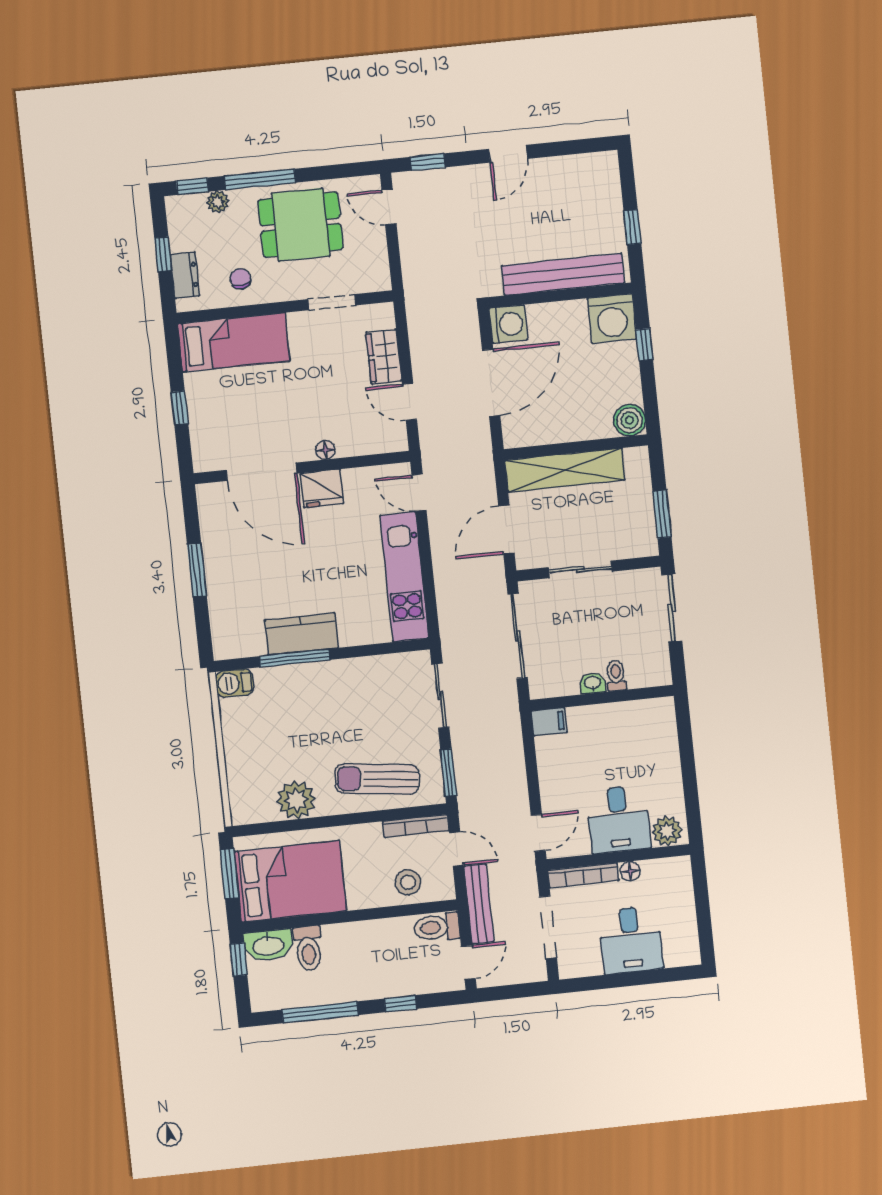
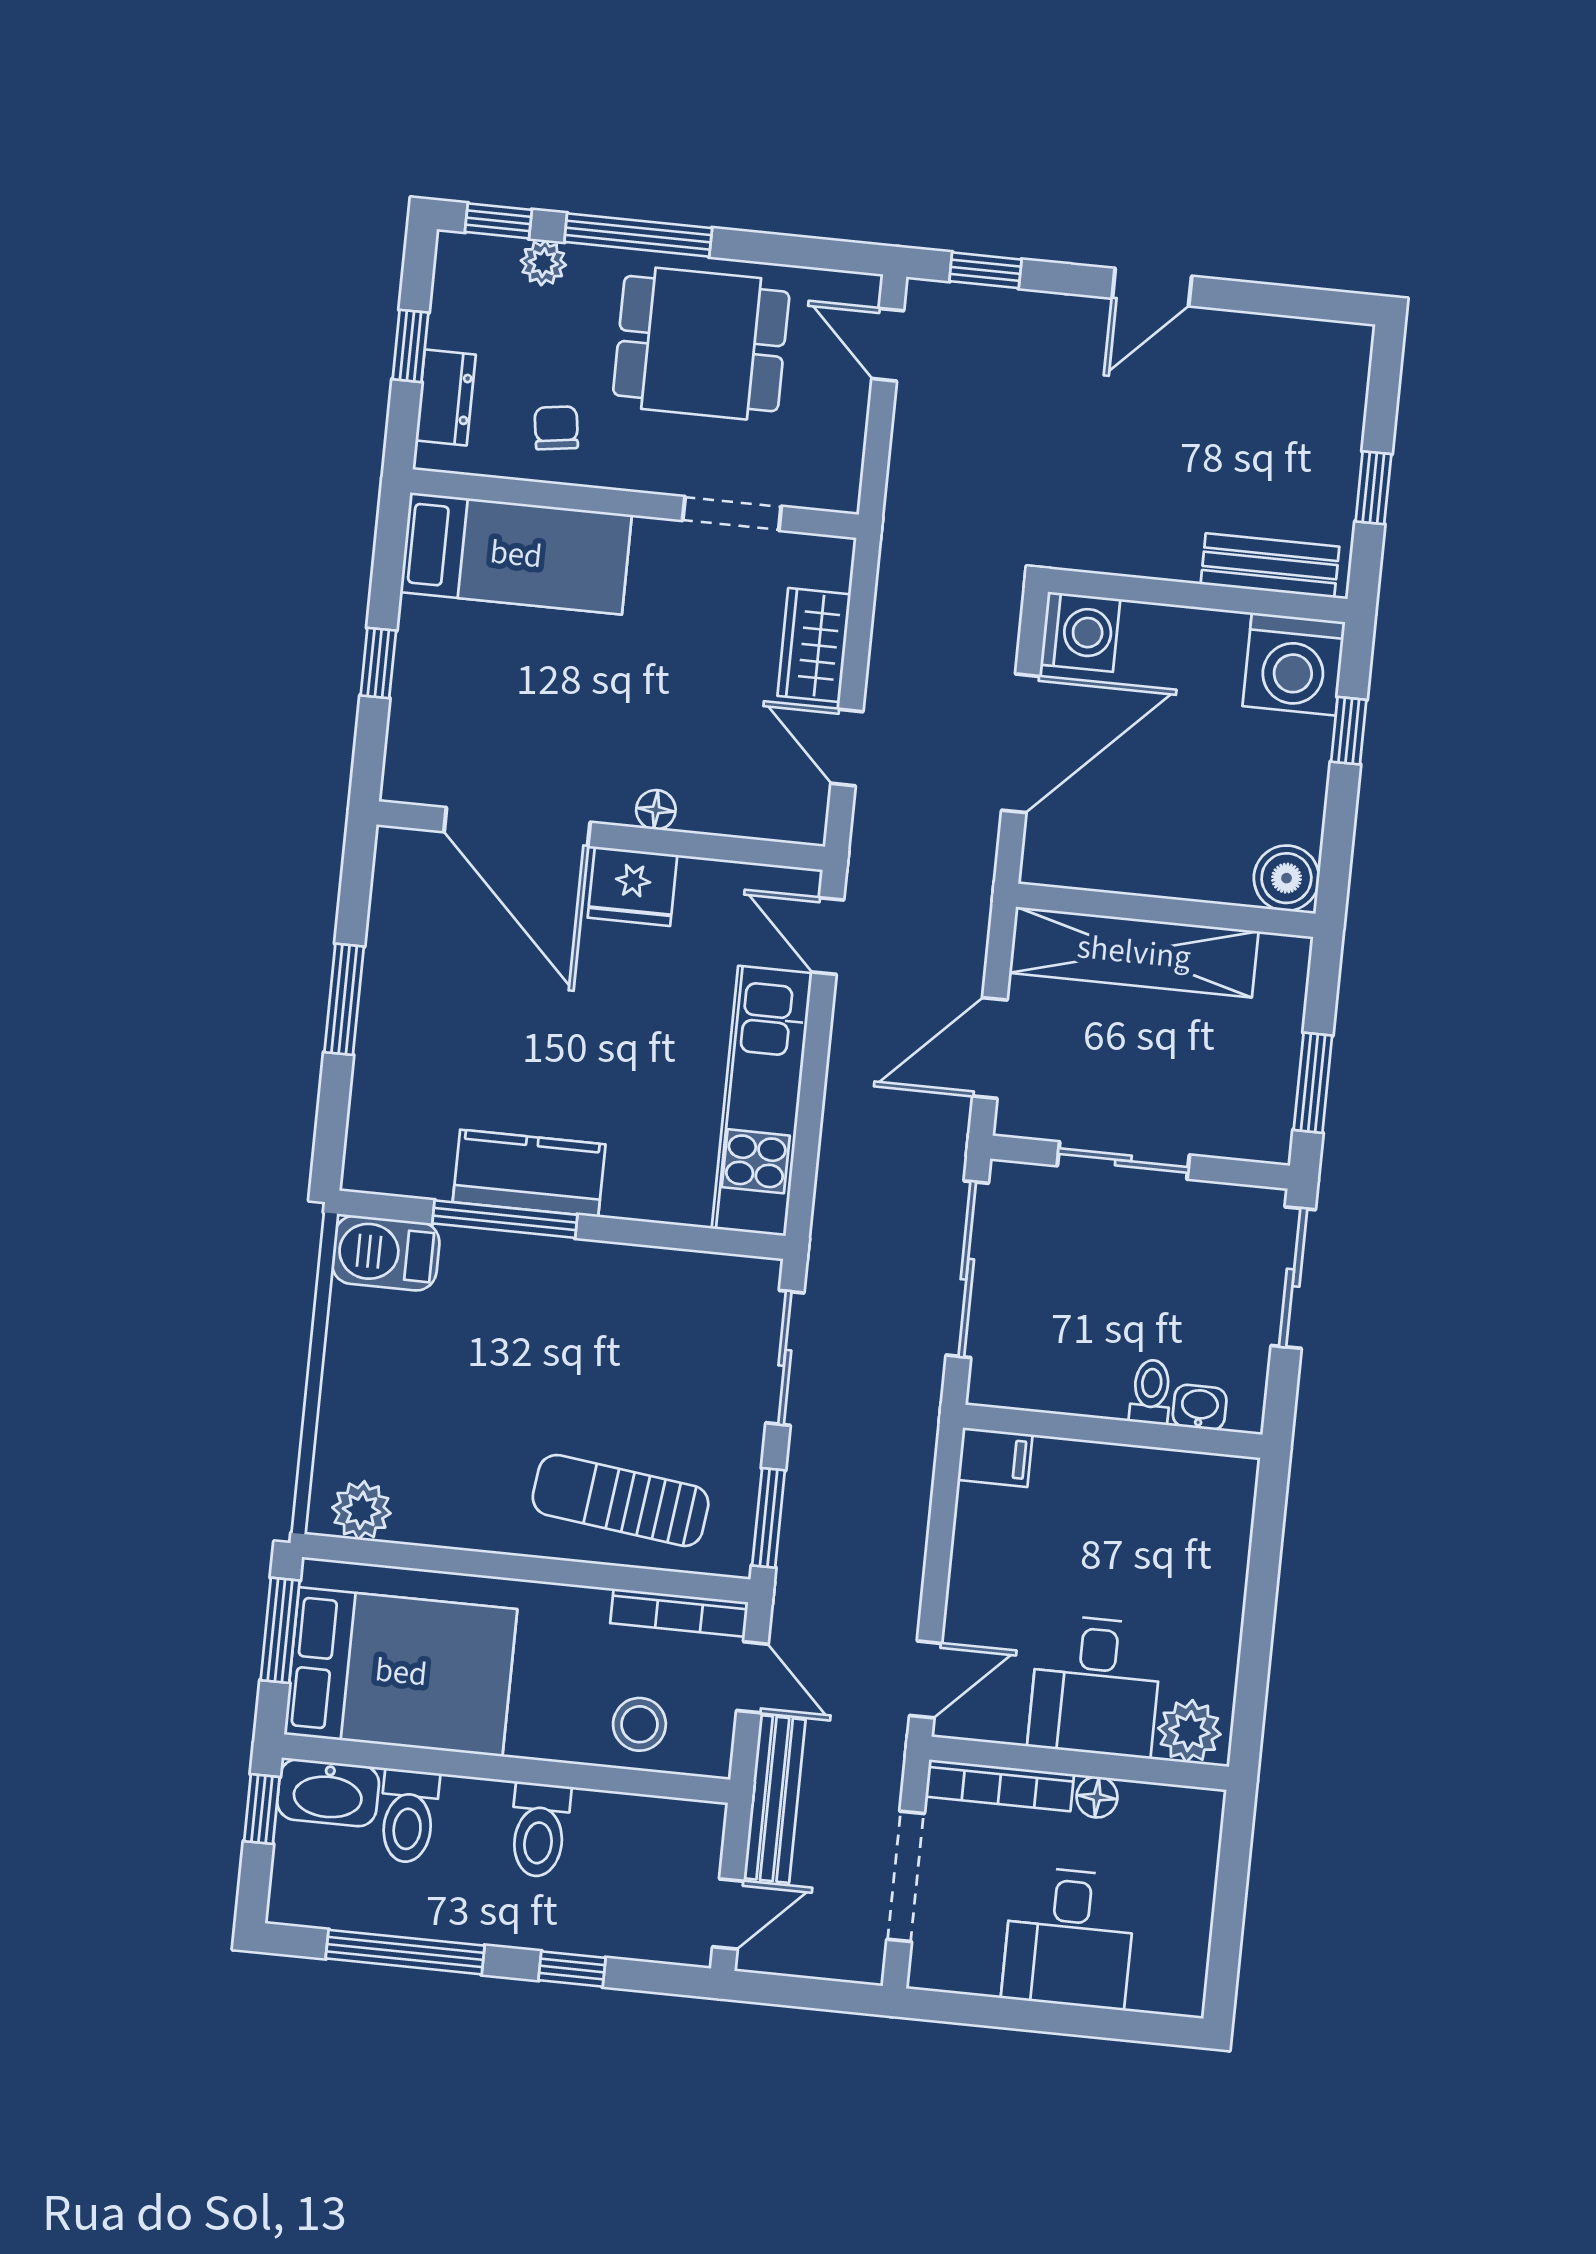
bench: (563, 274) -> (1270, 565), width x0.54, depth x0.82
barbecue: (235, 683) -> (386, 1253), width x1.38, depth x1.27
washbasin: (593, 683) -> (1200, 1407), moved
plant: (296, 800) -> (361, 1510), moved, width x0.73, depth x0.73
toilet: (437, 927) -> (539, 1830), moved, turned -90

